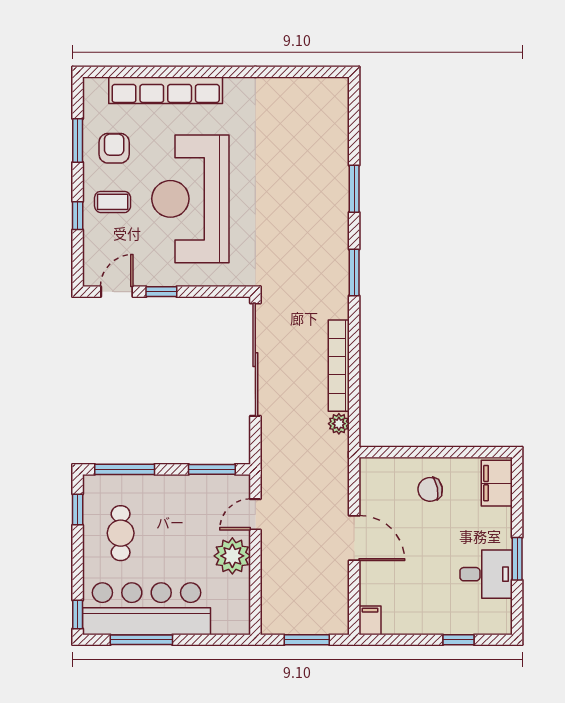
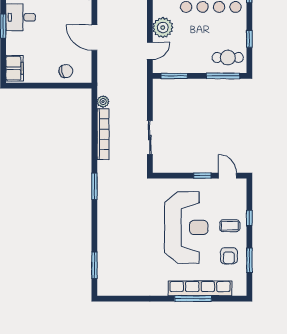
window: (178, 72) -> (193, 299), added
window: (354, 189) -> (94, 265), moved
door: (117, 292) -> (227, 176), swing flipped
sliding door: (255, 360) -> (150, 137), width x0.54
chair: (430, 489) -> (66, 71), moved
window: (78, 509) -> (249, 39), moved
cafe table: (121, 533) -> (228, 58), moved, turned 90

